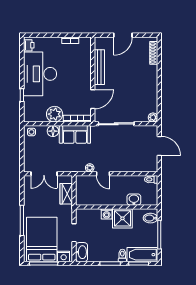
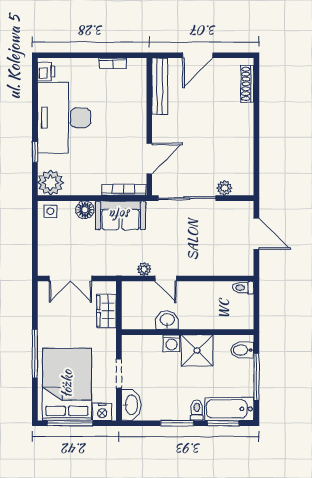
bench: (99, 67) -> (160, 86), moved
plant: (55, 114) -> (50, 183), moved
plant: (153, 117) -> (224, 188), moved
washbasin: (134, 200) -> (167, 320), moved

